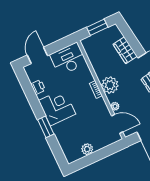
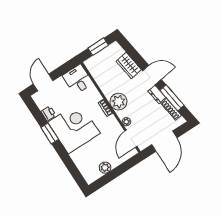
desk: (68, 59) -> (78, 79), width x0.73
corner desk: (57, 107) -> (74, 128), width x1.36, depth x1.36
door: (117, 124) -> (131, 139), swing flipped
window: (46, 127) -> (50, 133), moved

